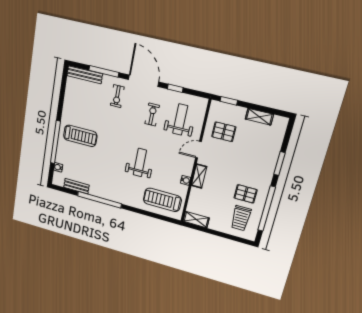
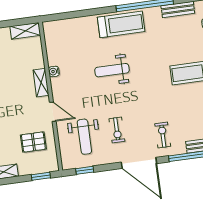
window: (175, 88) -> (85, 170), moved
door: (198, 150) -> (53, 112), hinge flipped
weight bench: (140, 163) -> (112, 70), turned 90
treadmill: (162, 200) -> (121, 24), moved

